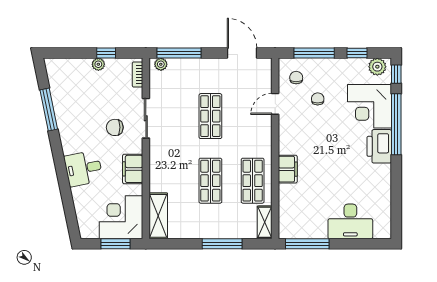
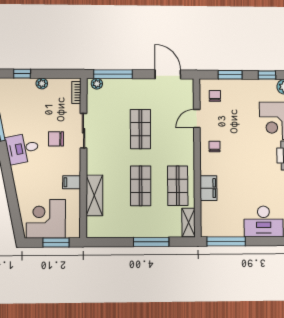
window: (106, 53) -> (22, 74), moved
window: (314, 53) -> (230, 75), width x0.69
chair: (318, 99) -> (215, 147), moved
desk: (83, 168) -> (22, 148), moved
filing cabinet: (133, 169) -> (72, 182), width x0.50
filing cabinet: (288, 169) -> (208, 188), moved
shelving: (158, 216) -> (94, 195), moved
corner desk: (121, 217) -> (46, 219), moved

